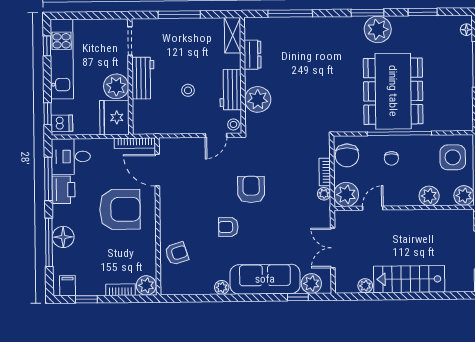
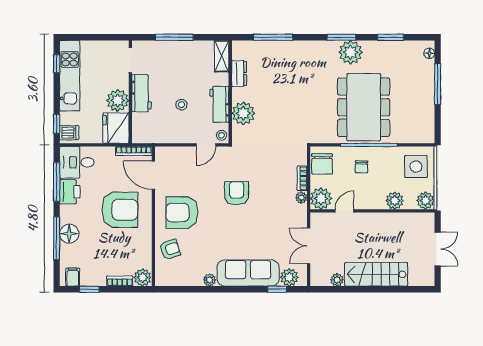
armchair: (228, 227) -> (182, 213), moved, width x1.88, depth x1.88

